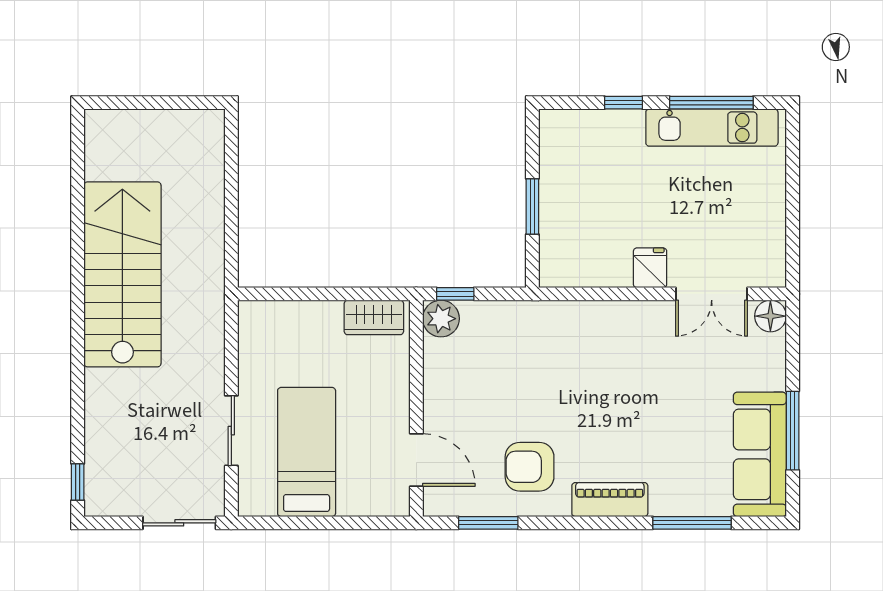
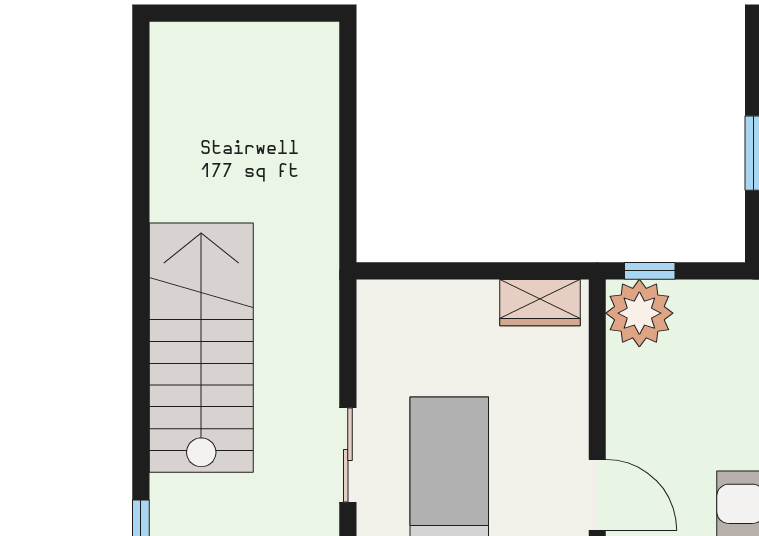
stairs: (122, 274) -> (201, 348), moved
plant: (441, 319) -> (639, 313), width x1.36, depth x1.36

